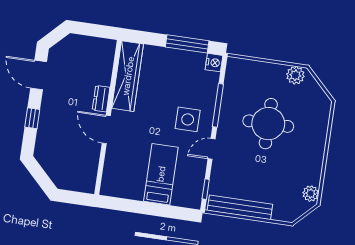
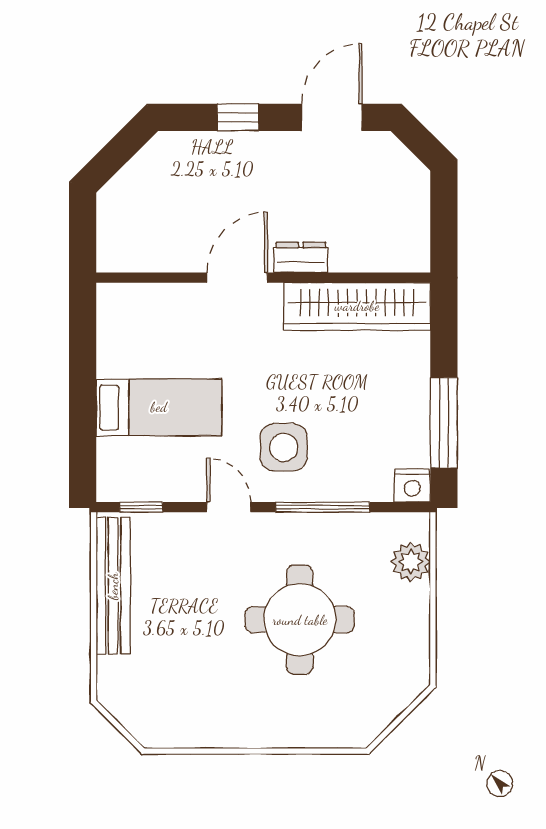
plant: (295, 75) -> (411, 562), moved
plant: (311, 194) -> (165, 731), removed

